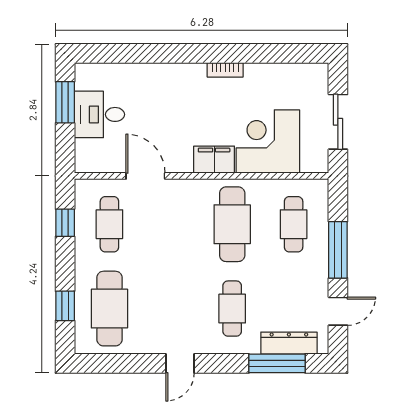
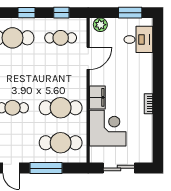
desk: (99, 114) -> (138, 39), moved, turned 90
plant: (86, 154) -> (100, 25), added
cafe table: (294, 224) -> (61, 143), width x1.37, depth x1.35
window: (65, 306) -> (27, 13), moved

